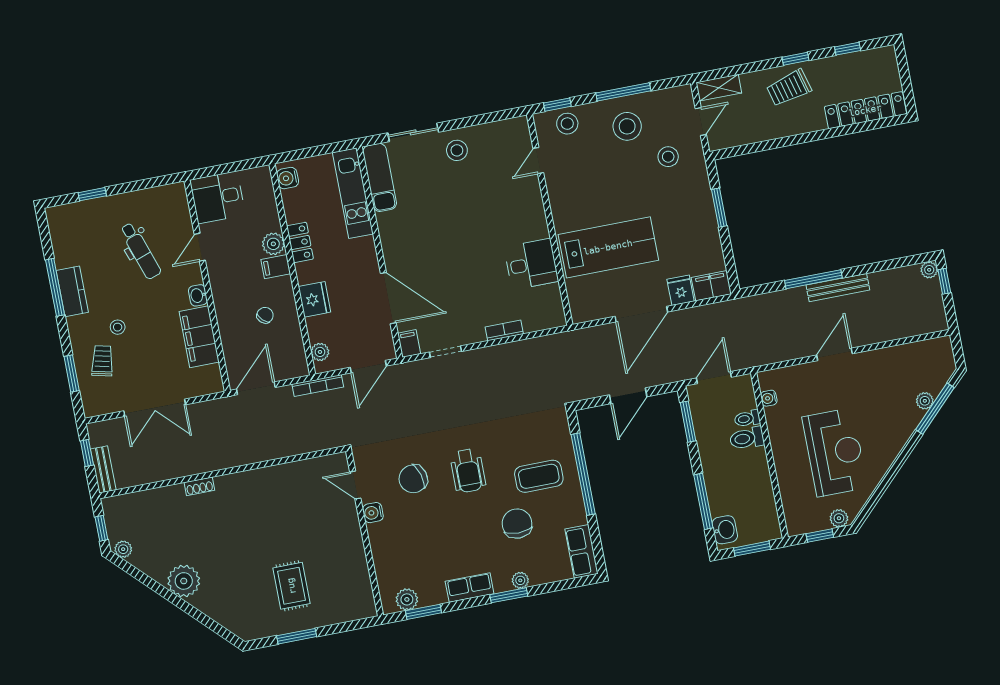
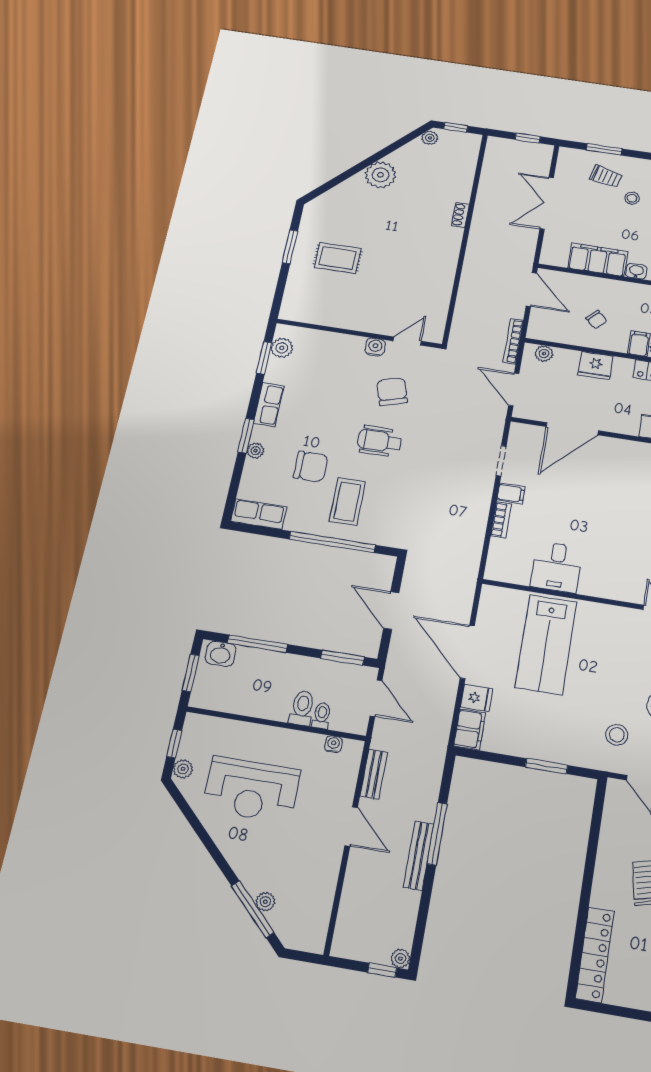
filing cabinet: (409, 344) -> (511, 493), moved
bench: (103, 470) -> (374, 774), moved, turned 90

